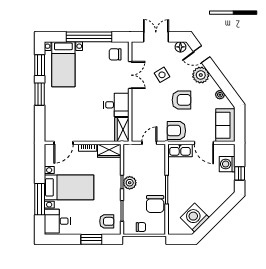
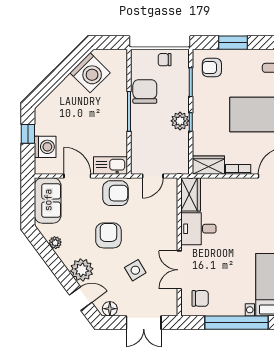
armchair: (181, 100) -> (108, 235), turned 90

